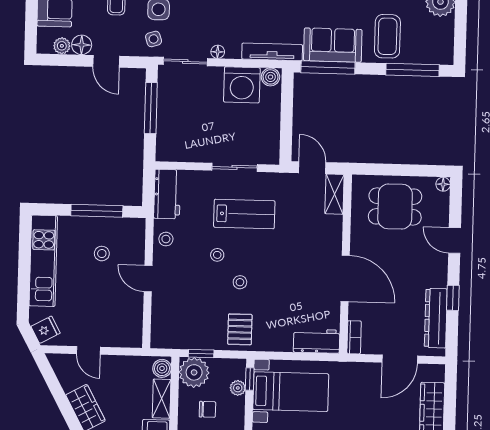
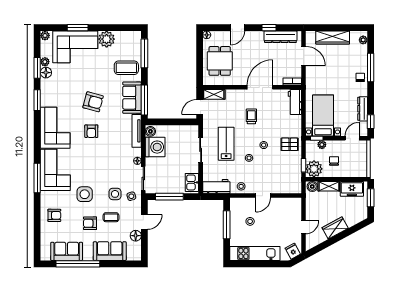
plant: (62, 46) -> (137, 247), removed
kitchen sink: (176, 150) -> (192, 182), added
trolley: (293, 261) -> (251, 116), added

